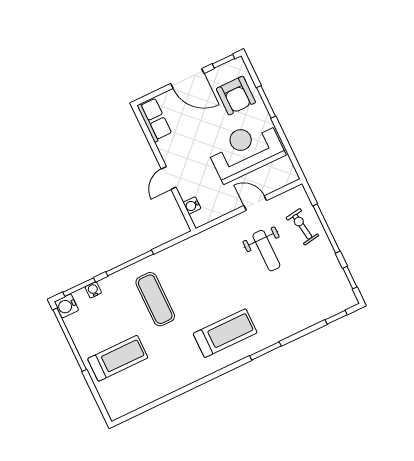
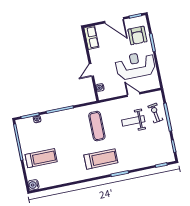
weight bench: (266, 251) -> (133, 121), turned 90
exercise mat: (155, 299) -> (97, 126), moved
water cooler: (66, 306) -> (33, 185), moved

